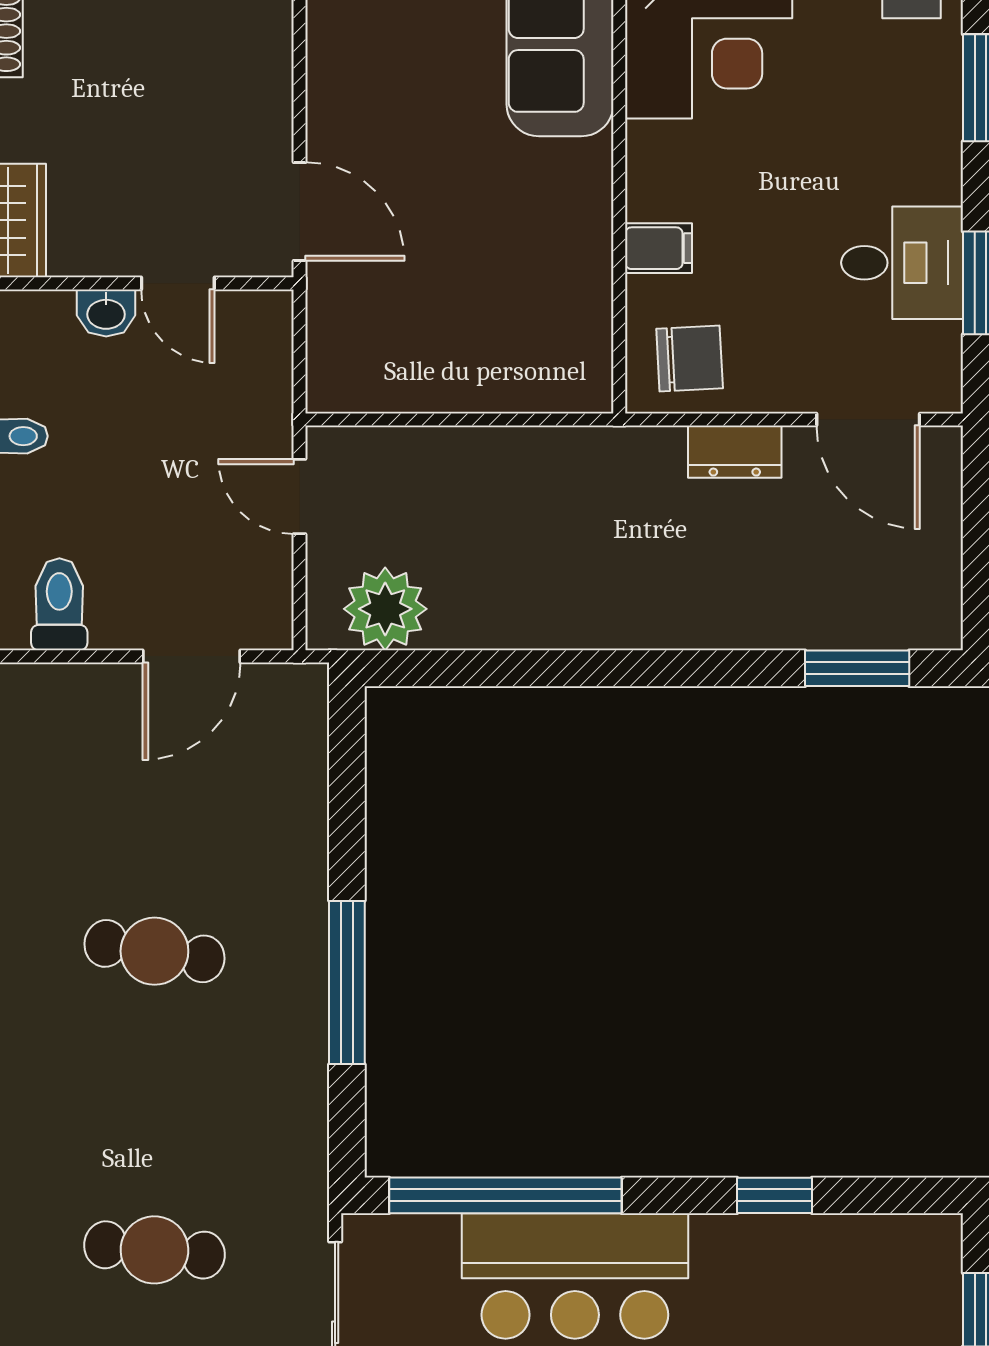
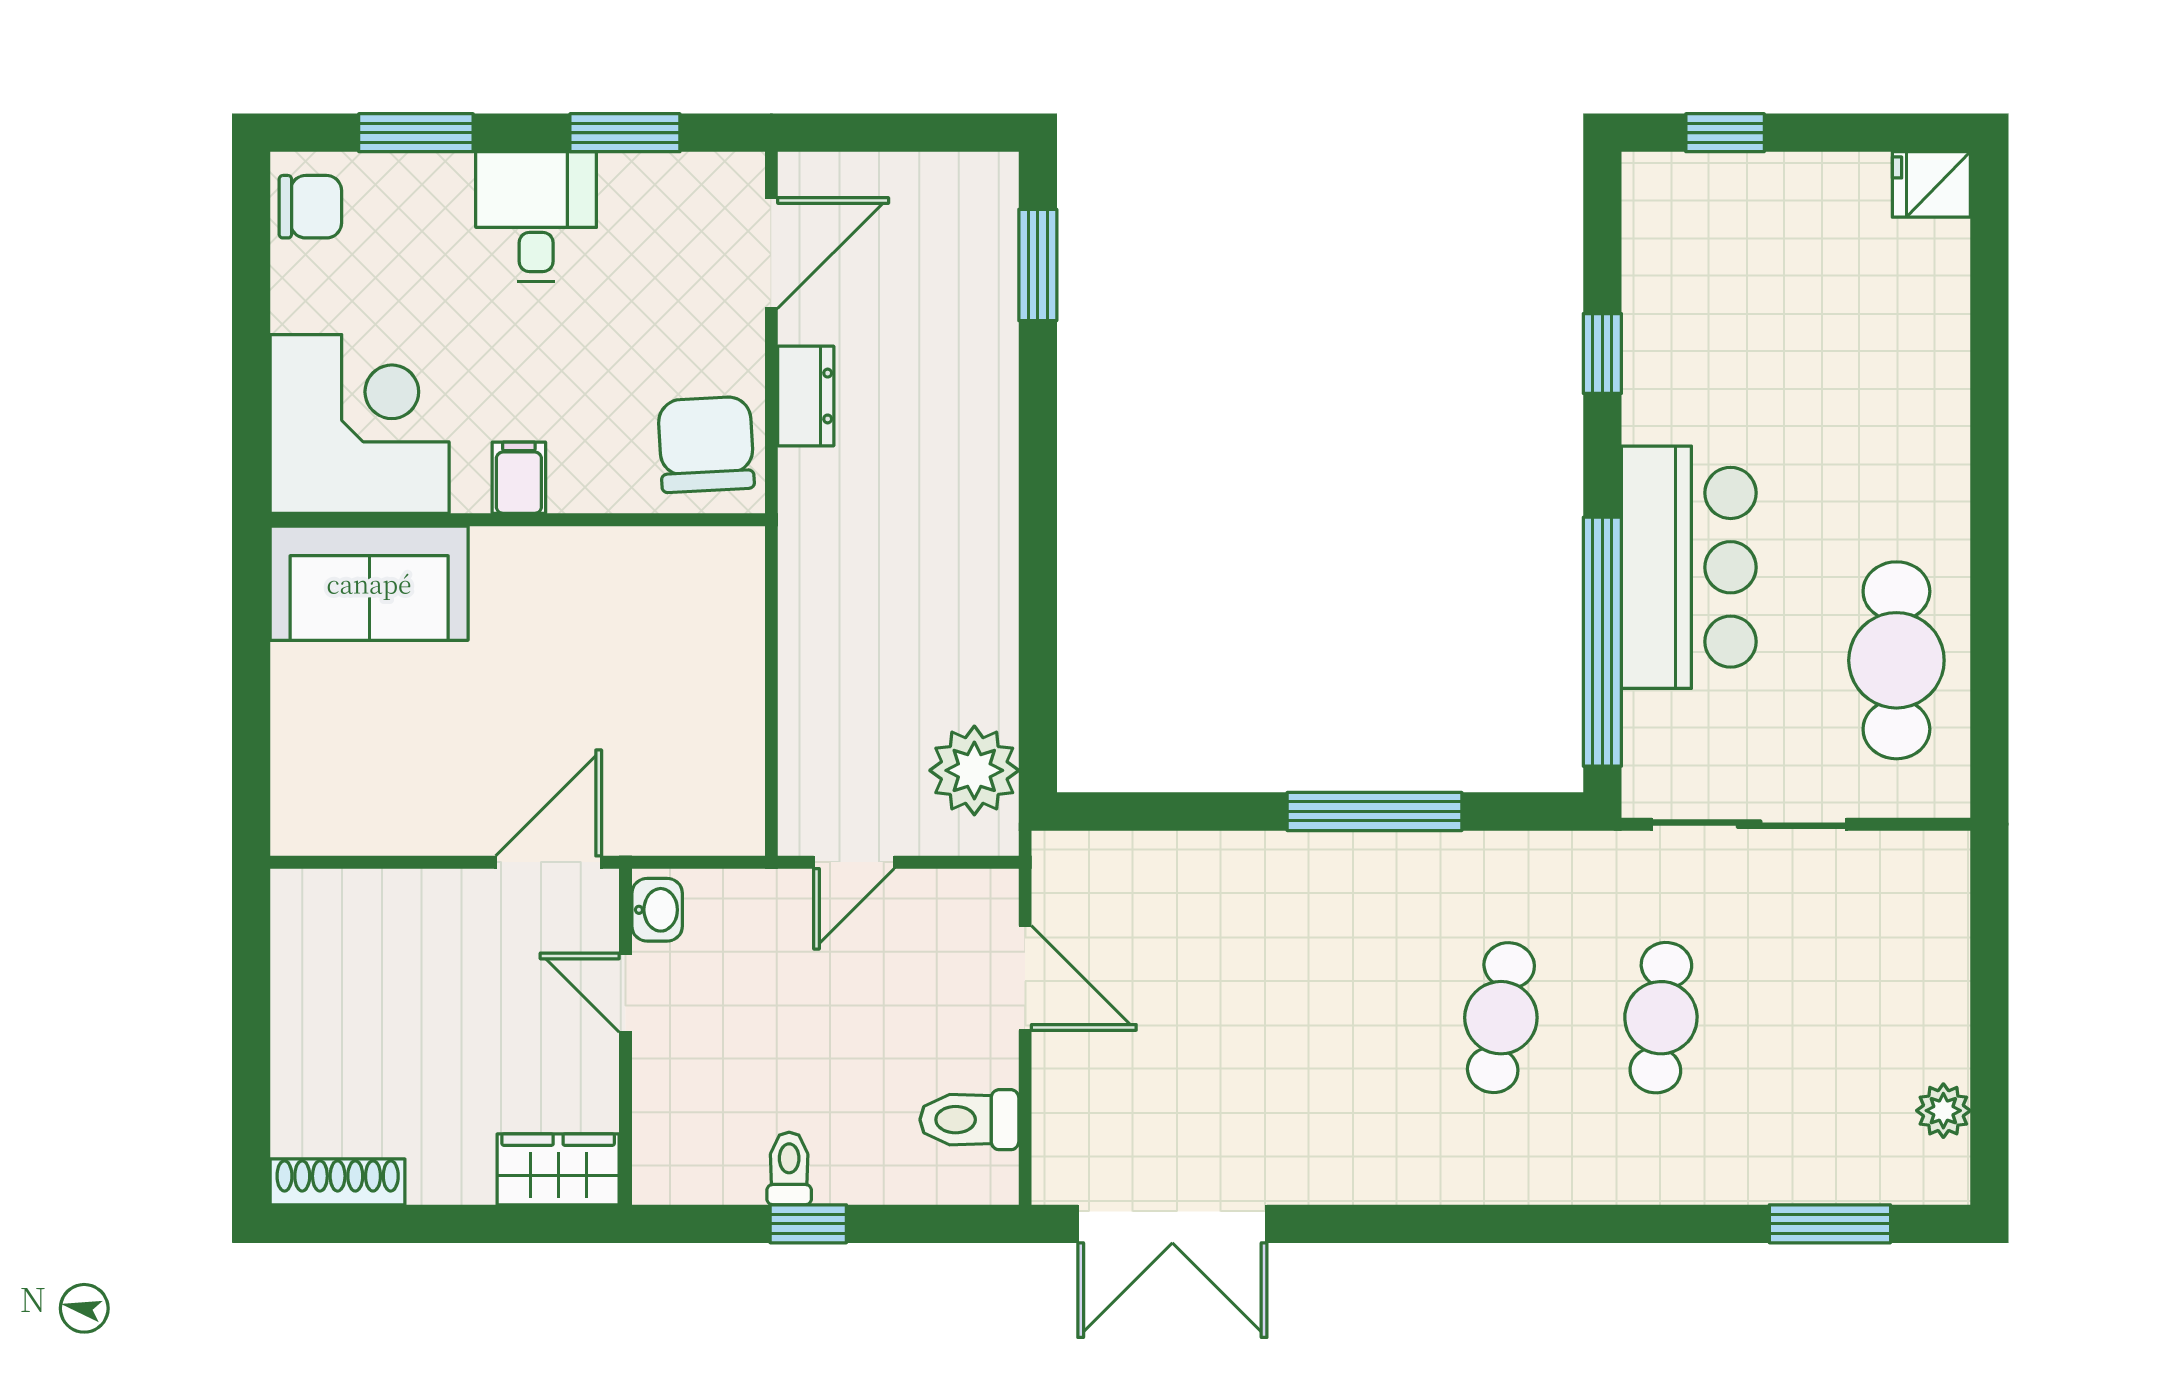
filing cabinet: (659, 248) -> (519, 478), moved
desk: (902, 263) -> (536, 217), moved
door: (178, 283) -> (625, 993), swing flipped
washbasin: (106, 313) -> (657, 910), moved
chair: (690, 359) -> (706, 444), width x1.37, depth x1.37
cafe table: (154, 951) -> (1501, 1018), moved

